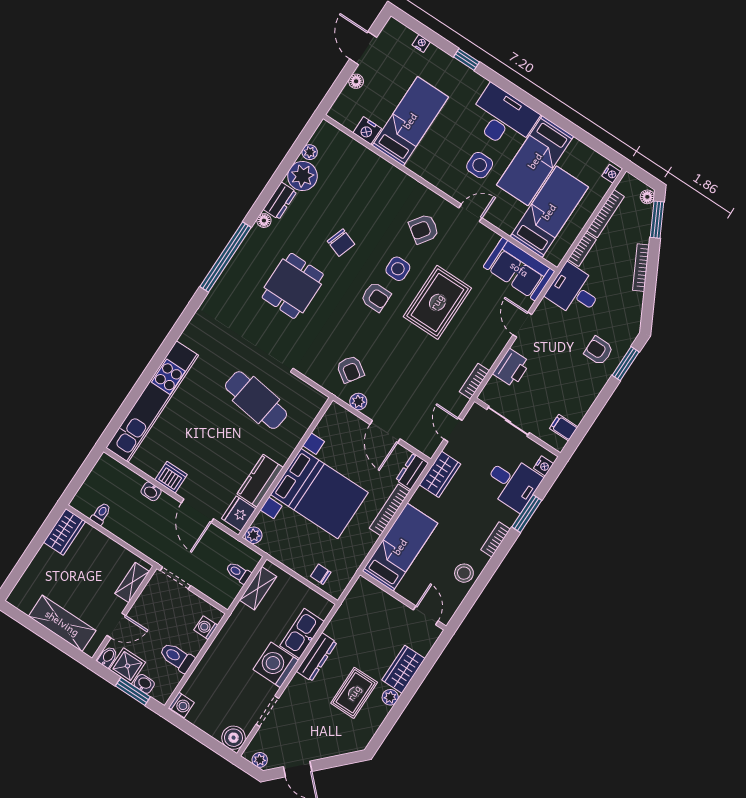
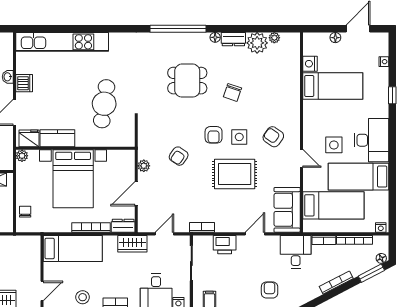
armchair: (350, 369) -> (179, 156), moved

